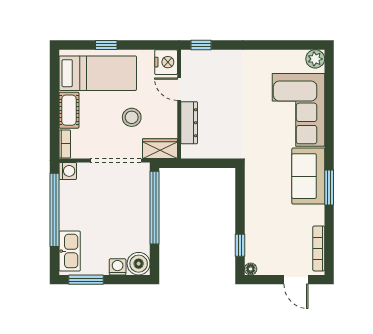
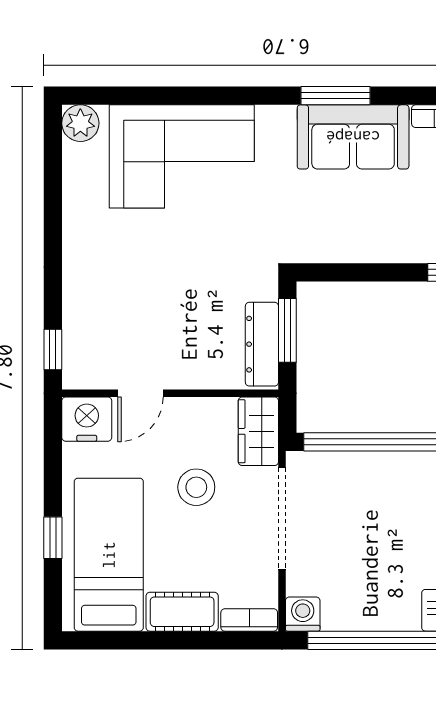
dresser: (189, 123) -> (262, 344), moved, turned -90
window: (211, 163) -> (287, 330), added
sofa: (308, 176) -> (353, 137), moved

